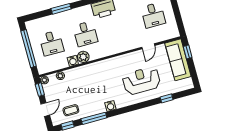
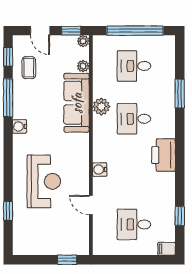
sofa: (178, 60) -> (77, 103), moved, turned -90
water cooler: (73, 61) -> (100, 170), moved

